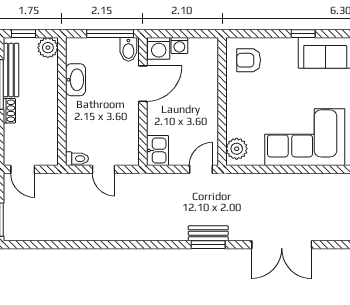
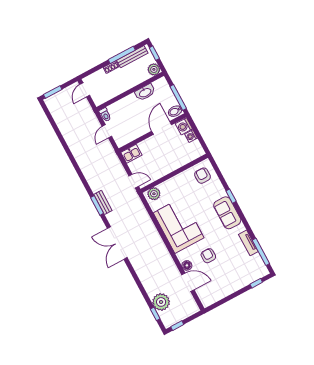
door: (143, 84) -> (162, 128), swing flipped

